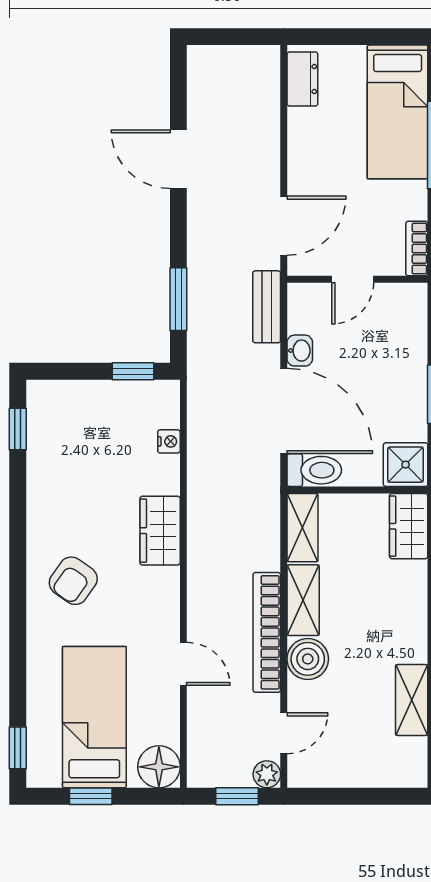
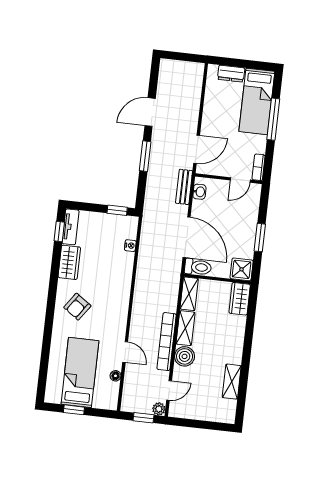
dresser: (302, 79) -> (231, 74), moved, turned 90
door: (178, 159) -> (150, 112), hinge flipped
door: (353, 279) -> (240, 180), moved
window: (178, 299) -> (145, 156), moved
washbasin: (300, 351) -> (199, 192), moved
tv unit: (40, 417) -> (71, 227), added
wardrobe: (160, 531) -> (69, 262), moved, turned 180
window: (18, 748) -> (42, 383), removed
floor lamp: (159, 767) -> (115, 376), moved, width x0.53, depth x0.53

